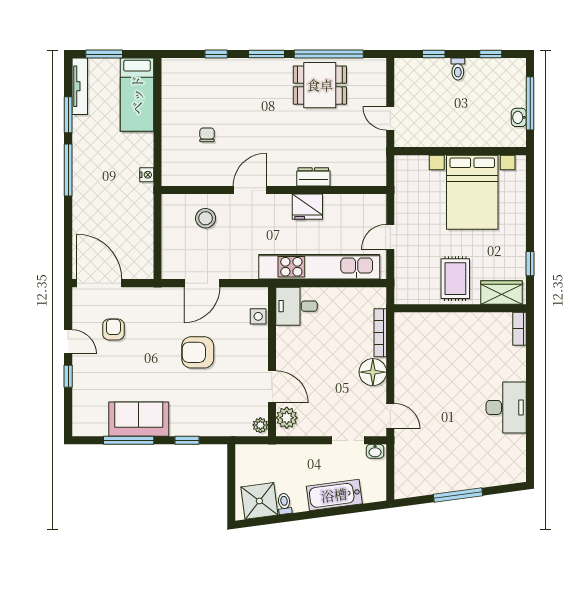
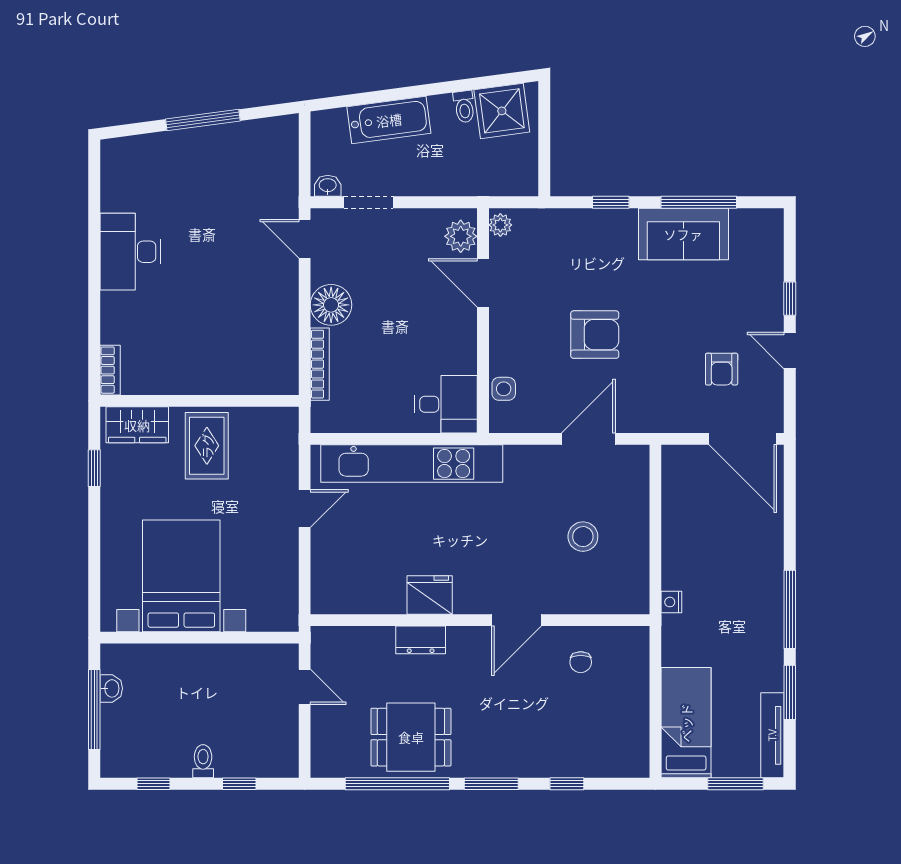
dresser: (313, 177) -> (421, 640), moved
door: (250, 190) -> (516, 620), moved
wall: (274, 190) -> (480, 620), moved
fridge: (307, 207) -> (430, 595), moved

